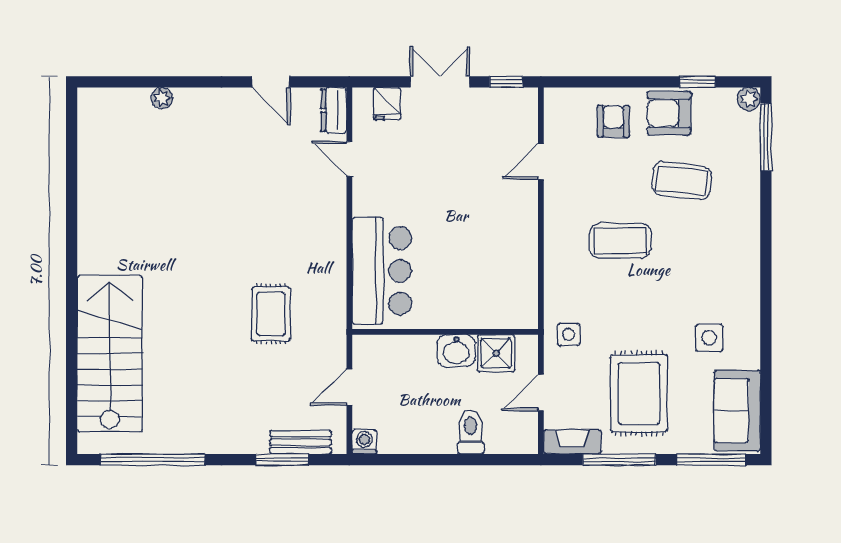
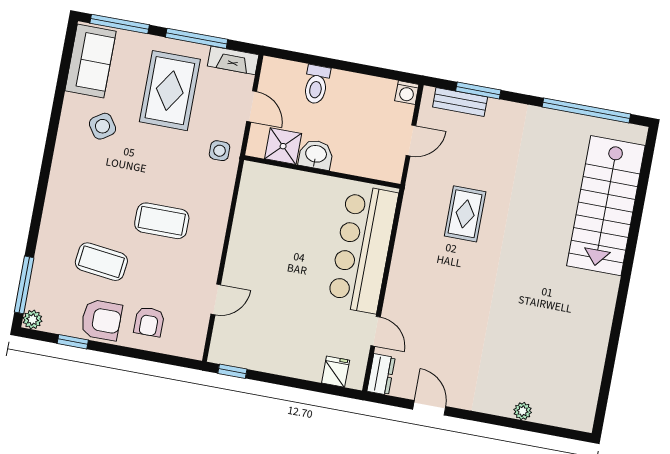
double door: (440, 82) -> (288, 382), removed
bar counter: (382, 271) -> (363, 249), width x1.36
side table: (709, 338) -> (102, 126), turned -34
door: (541, 393) -> (252, 106), hinge flipped

